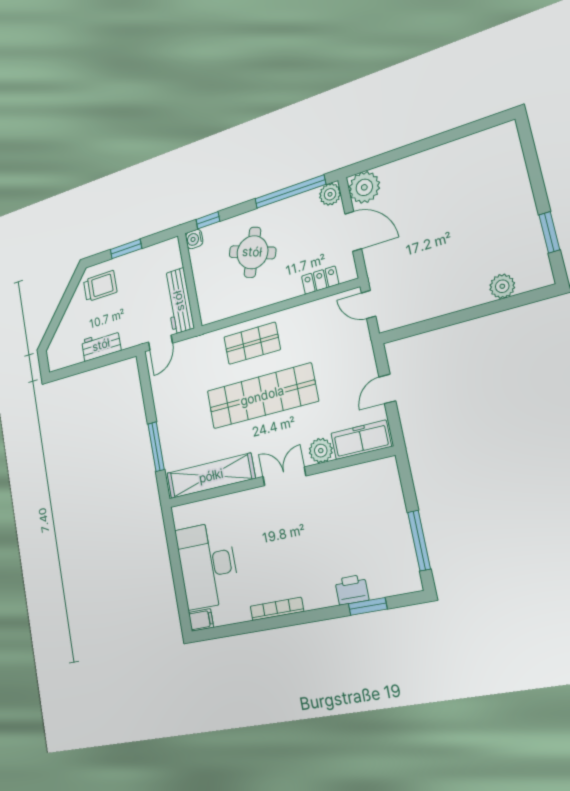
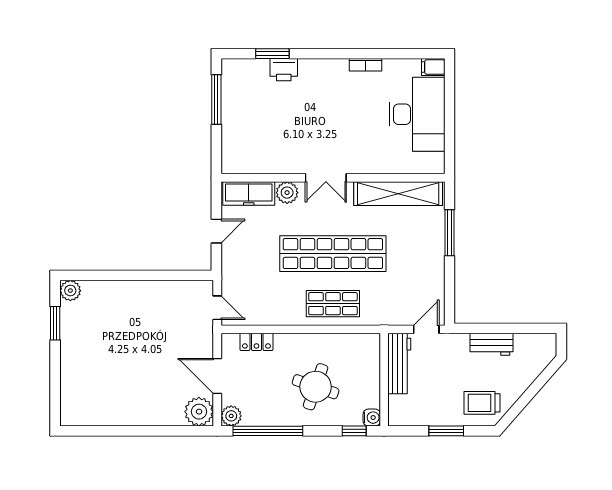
plant: (502, 286) -> (70, 291), moved
bookcase: (277, 609) -> (365, 65), width x0.64

